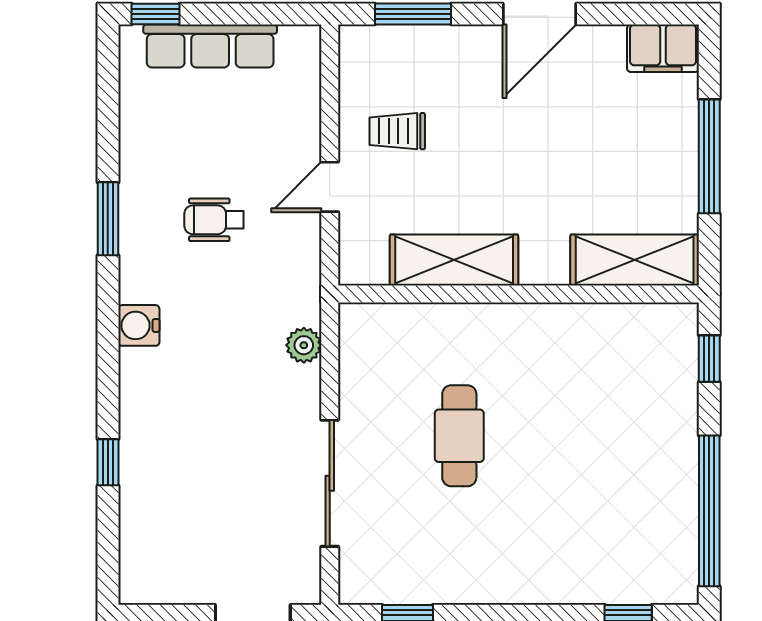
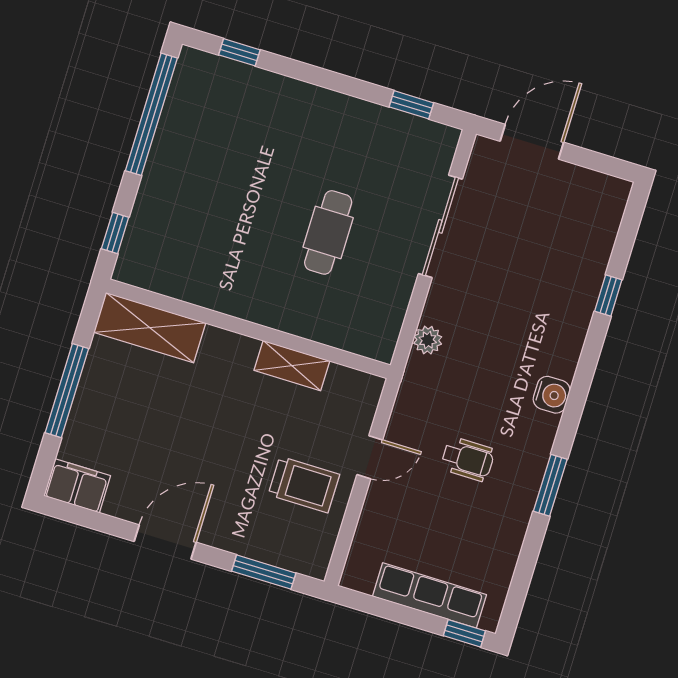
trolley: (397, 131) -> (304, 485), width x1.36, depth x1.39
shelving: (454, 260) -> (292, 366), width x0.67, depth x0.75

